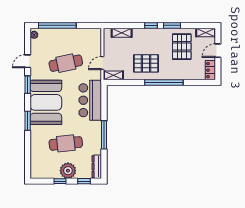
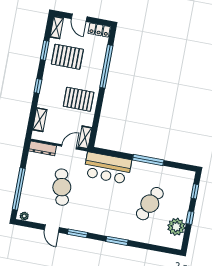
window: (172, 25) -> (45, 50), moved
door: (102, 63) -> (69, 147), swing flipped
pallet: (146, 63) -> (79, 99), turned 90
window: (164, 82) -> (106, 66), moved
booth: (46, 102) -> (101, 217), removed
cafe table: (66, 143) -> (150, 204), turned 30
dresser: (97, 167) -> (43, 148), moved
plant: (68, 171) -> (176, 227), moved

